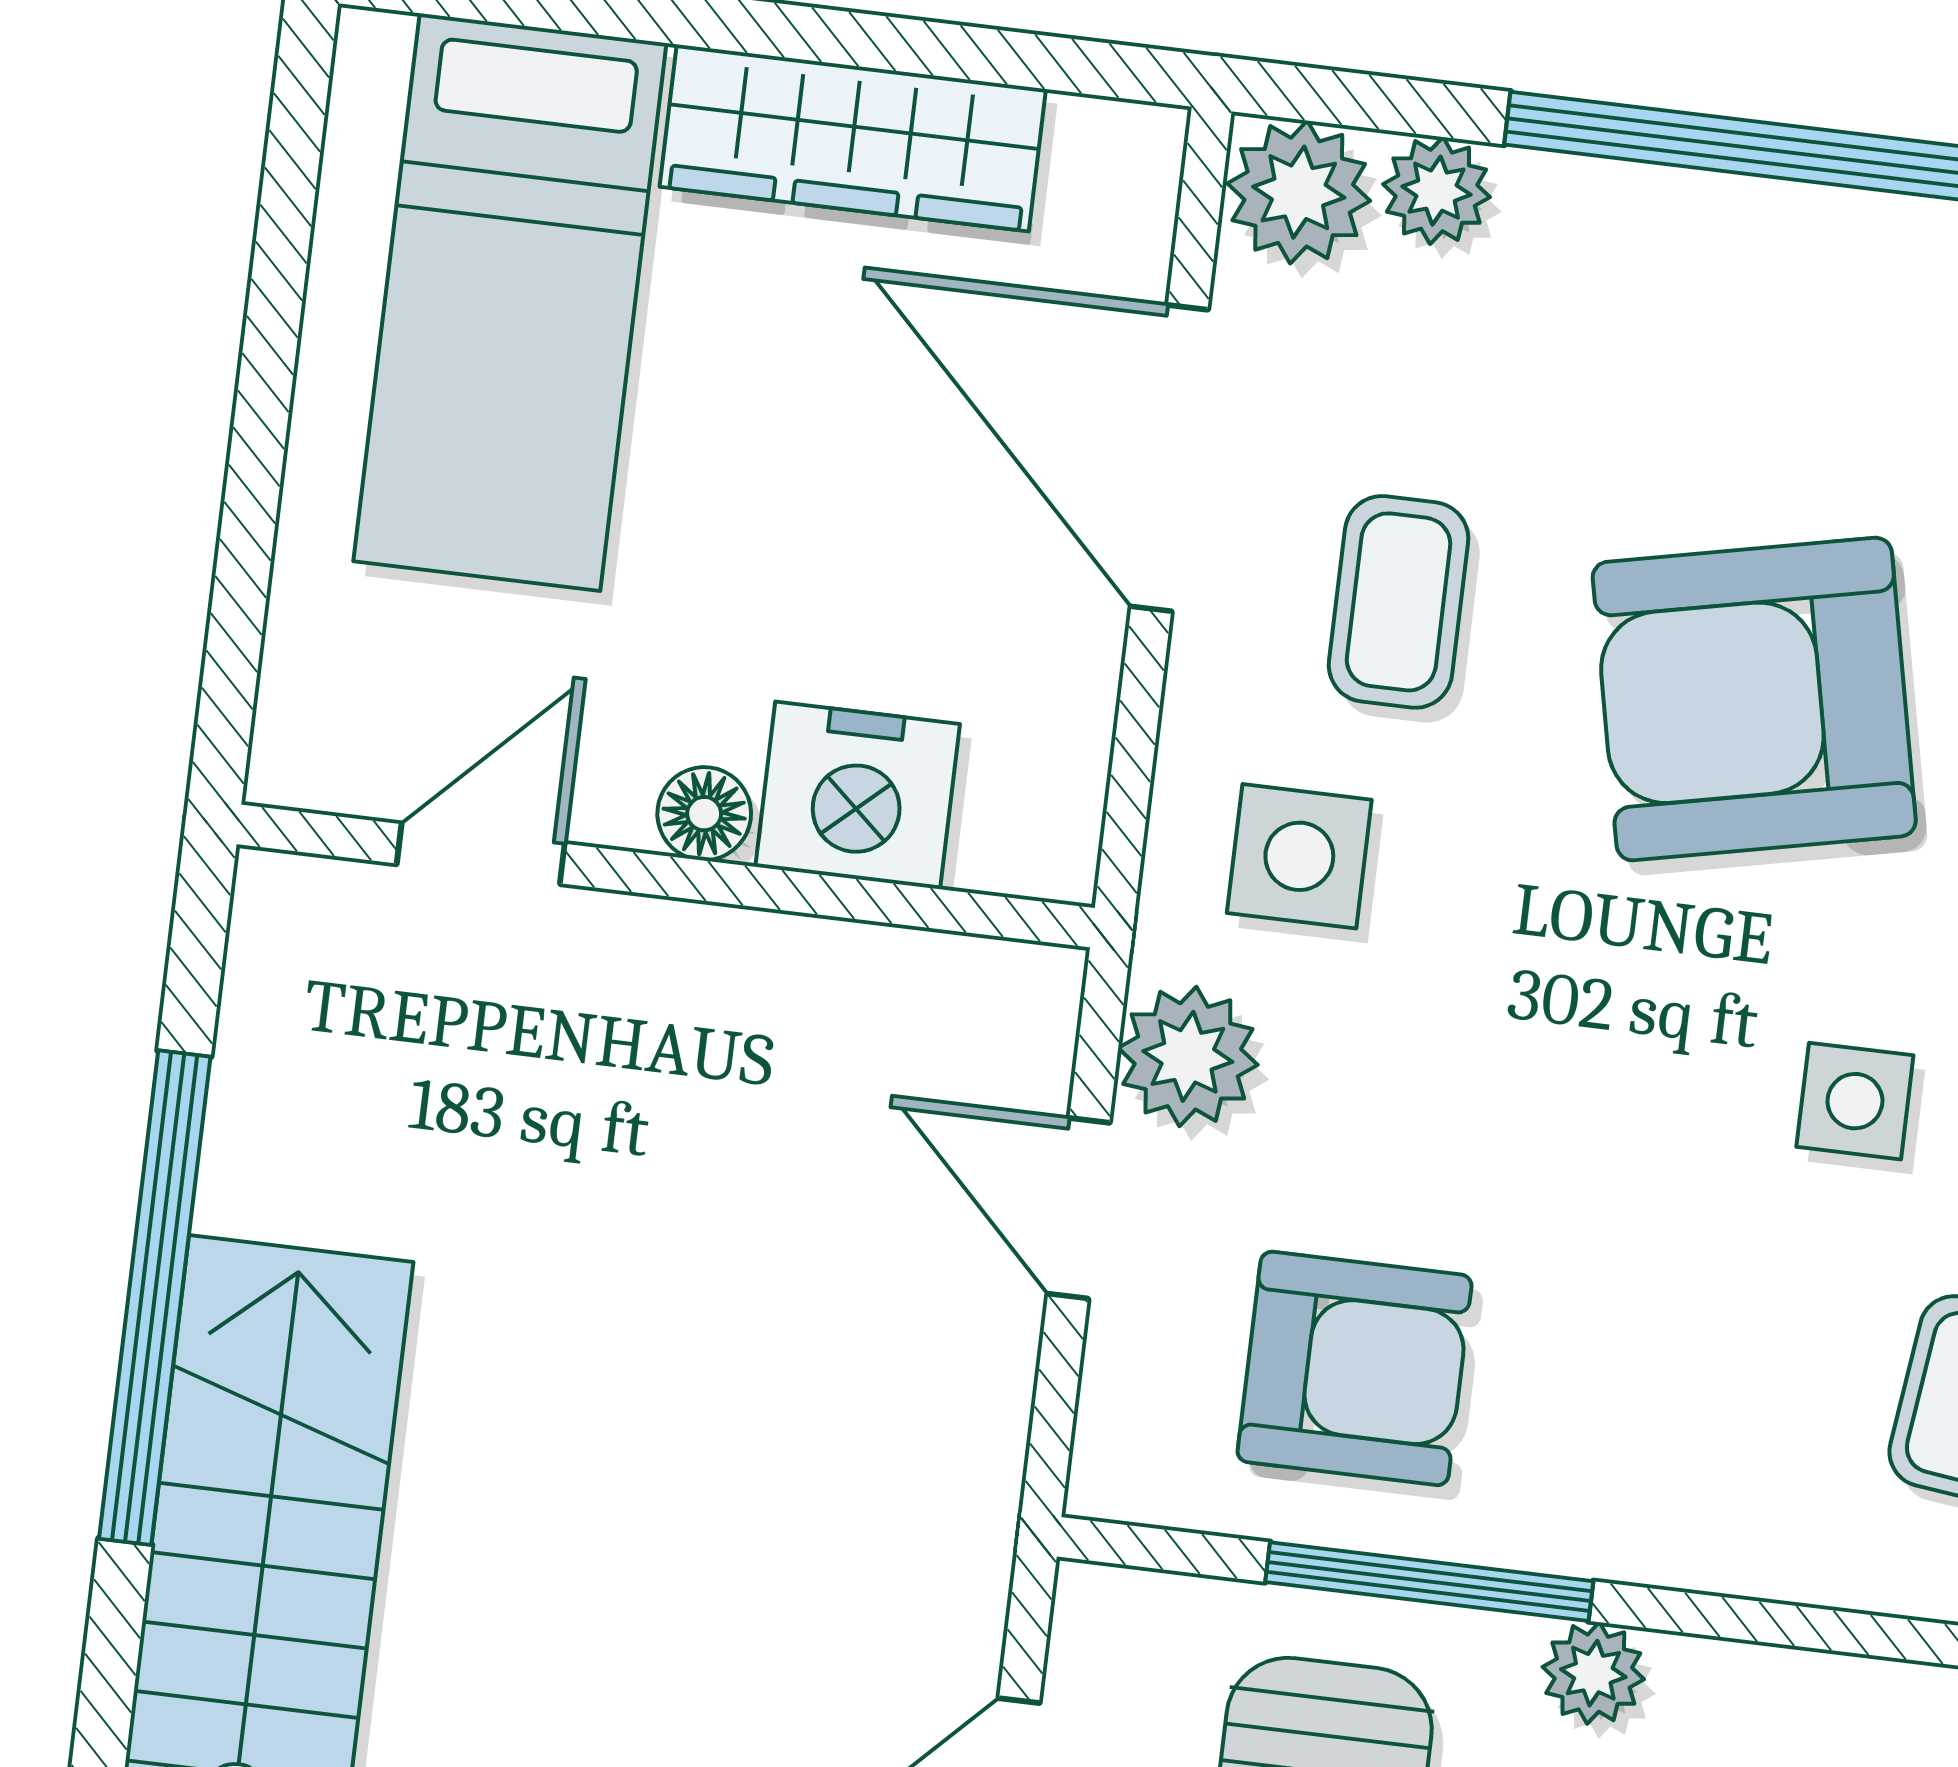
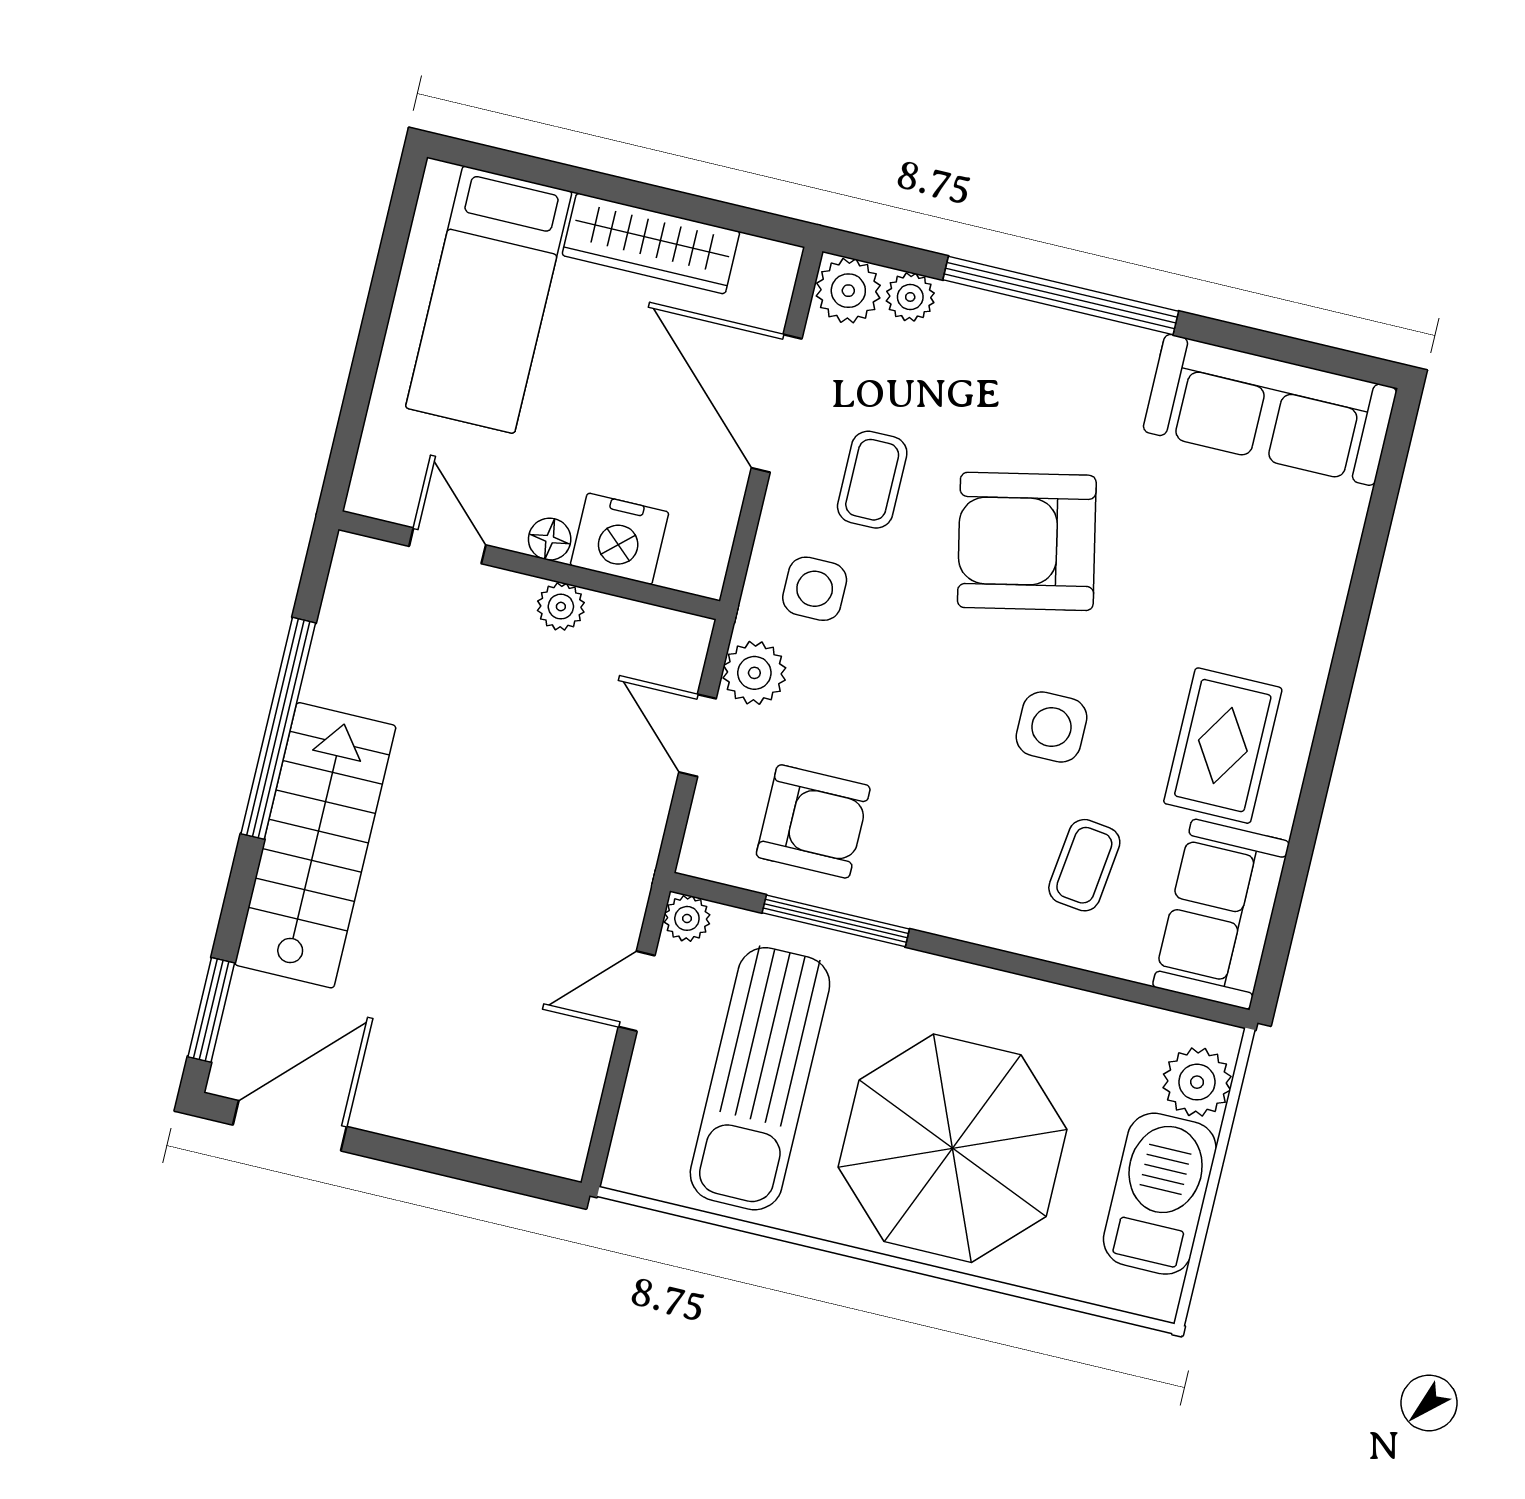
door: (481, 854) -> (447, 546), hinge flipped
plant: (746, 959) -> (561, 607), added
side table: (1855, 1101) -> (1051, 727), width x1.37, depth x1.37
plant: (1593, 1673) -> (687, 918), moved

